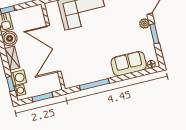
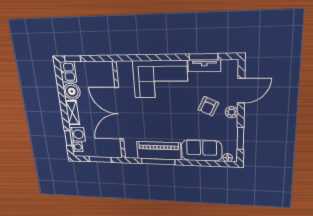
armchair: (125, 23) -> (208, 106), added
window: (154, 34) -> (240, 139), moved
piano: (93, 74) -> (159, 151), added

